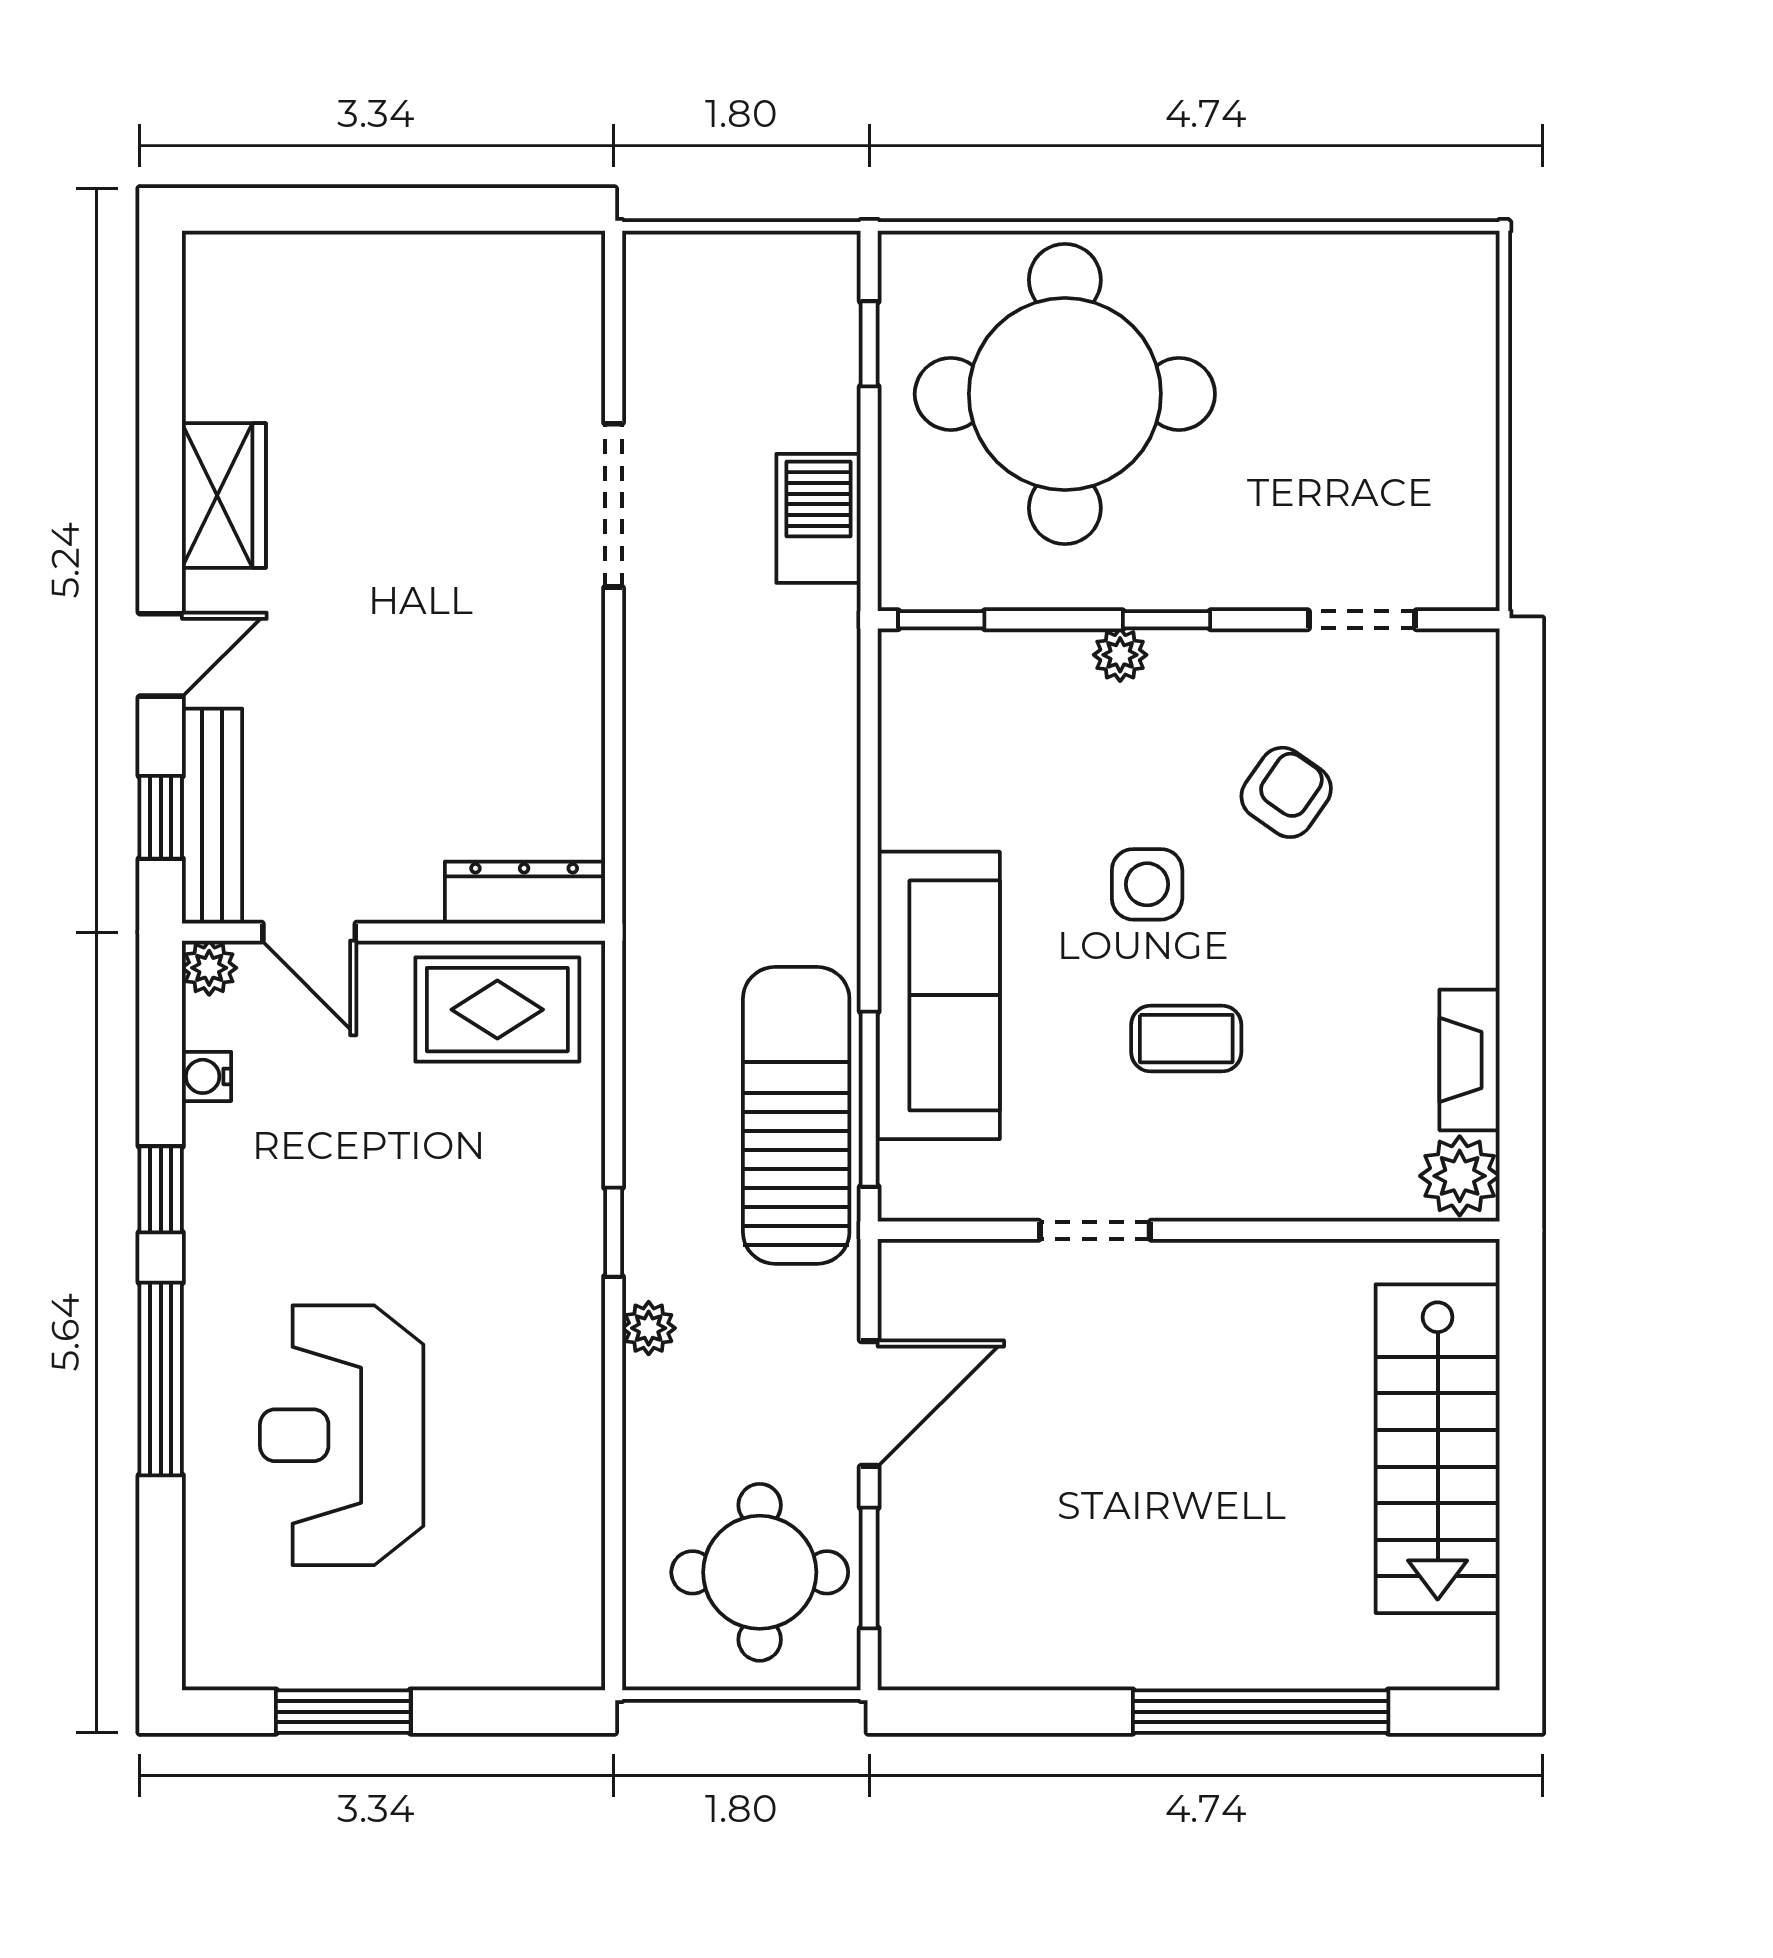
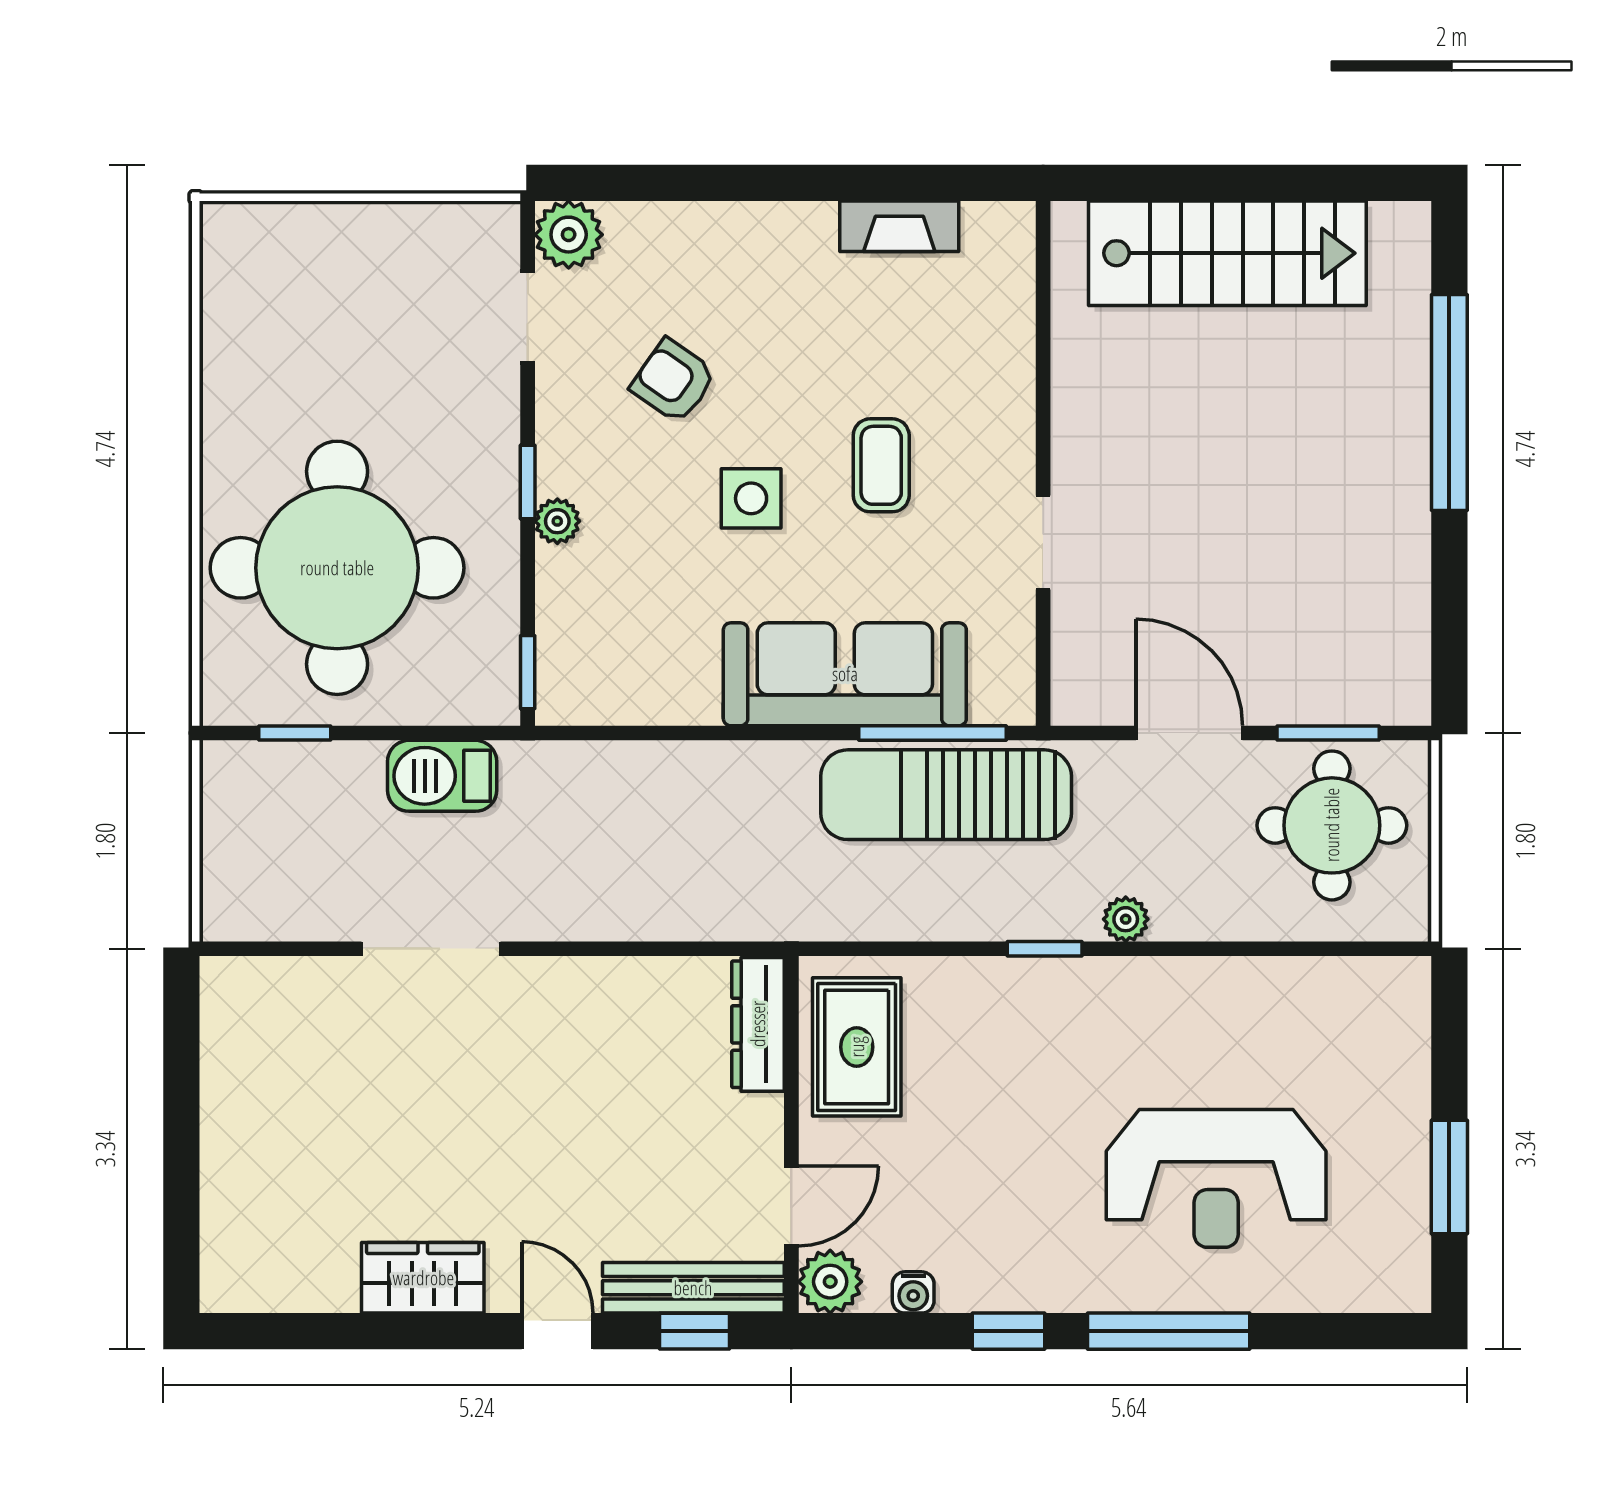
plant: (209, 968) -> (830, 1282), width x1.38, depth x1.38
plant: (1460, 1176) -> (569, 235), moved

